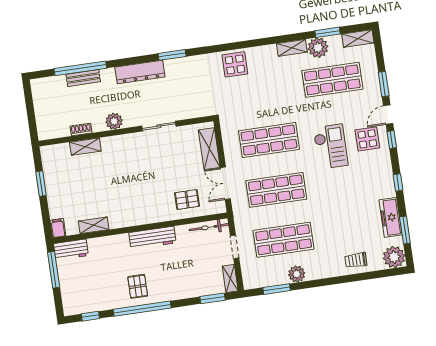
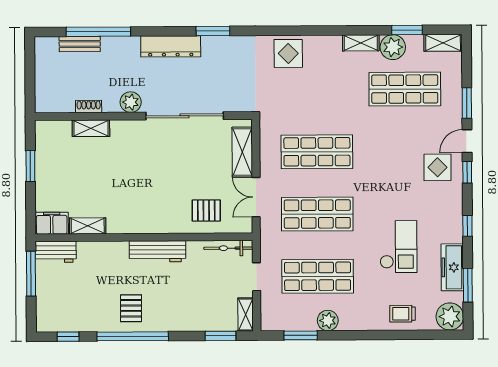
bench: (83, 78) -> (80, 44), moved
sliding door: (159, 126) -> (185, 116), width x1.86
checkout: (331, 147) -> (398, 247), moved
filing cabinet: (58, 228) -> (52, 223), width x2.00

